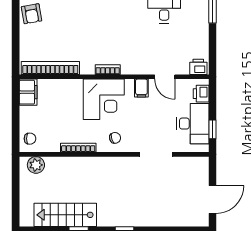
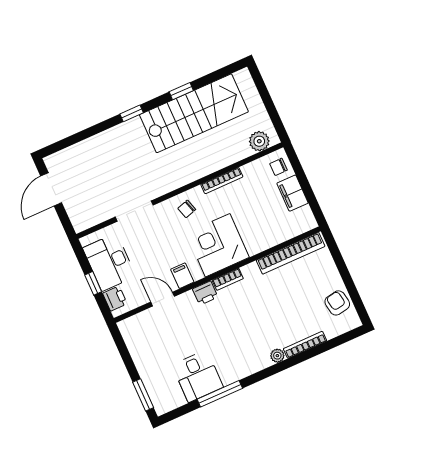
printer: (198, 67) -> (205, 293), moved
filing cabinet: (28, 92) -> (293, 193), moved
window: (213, 129) -> (93, 283), moved
stairs: (65, 215) -> (194, 113), width x1.36, depth x1.51

